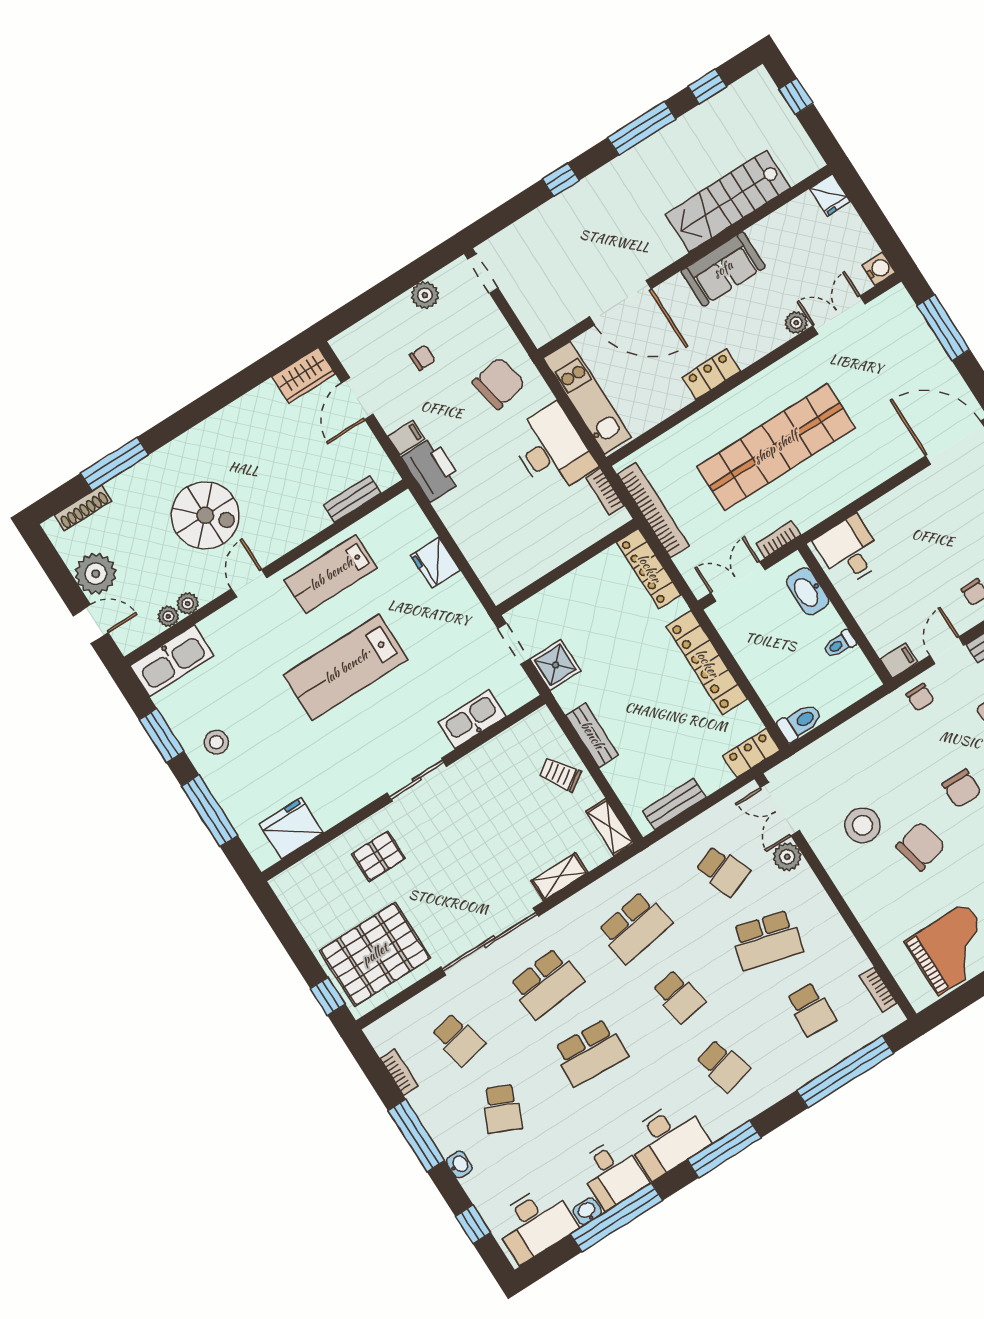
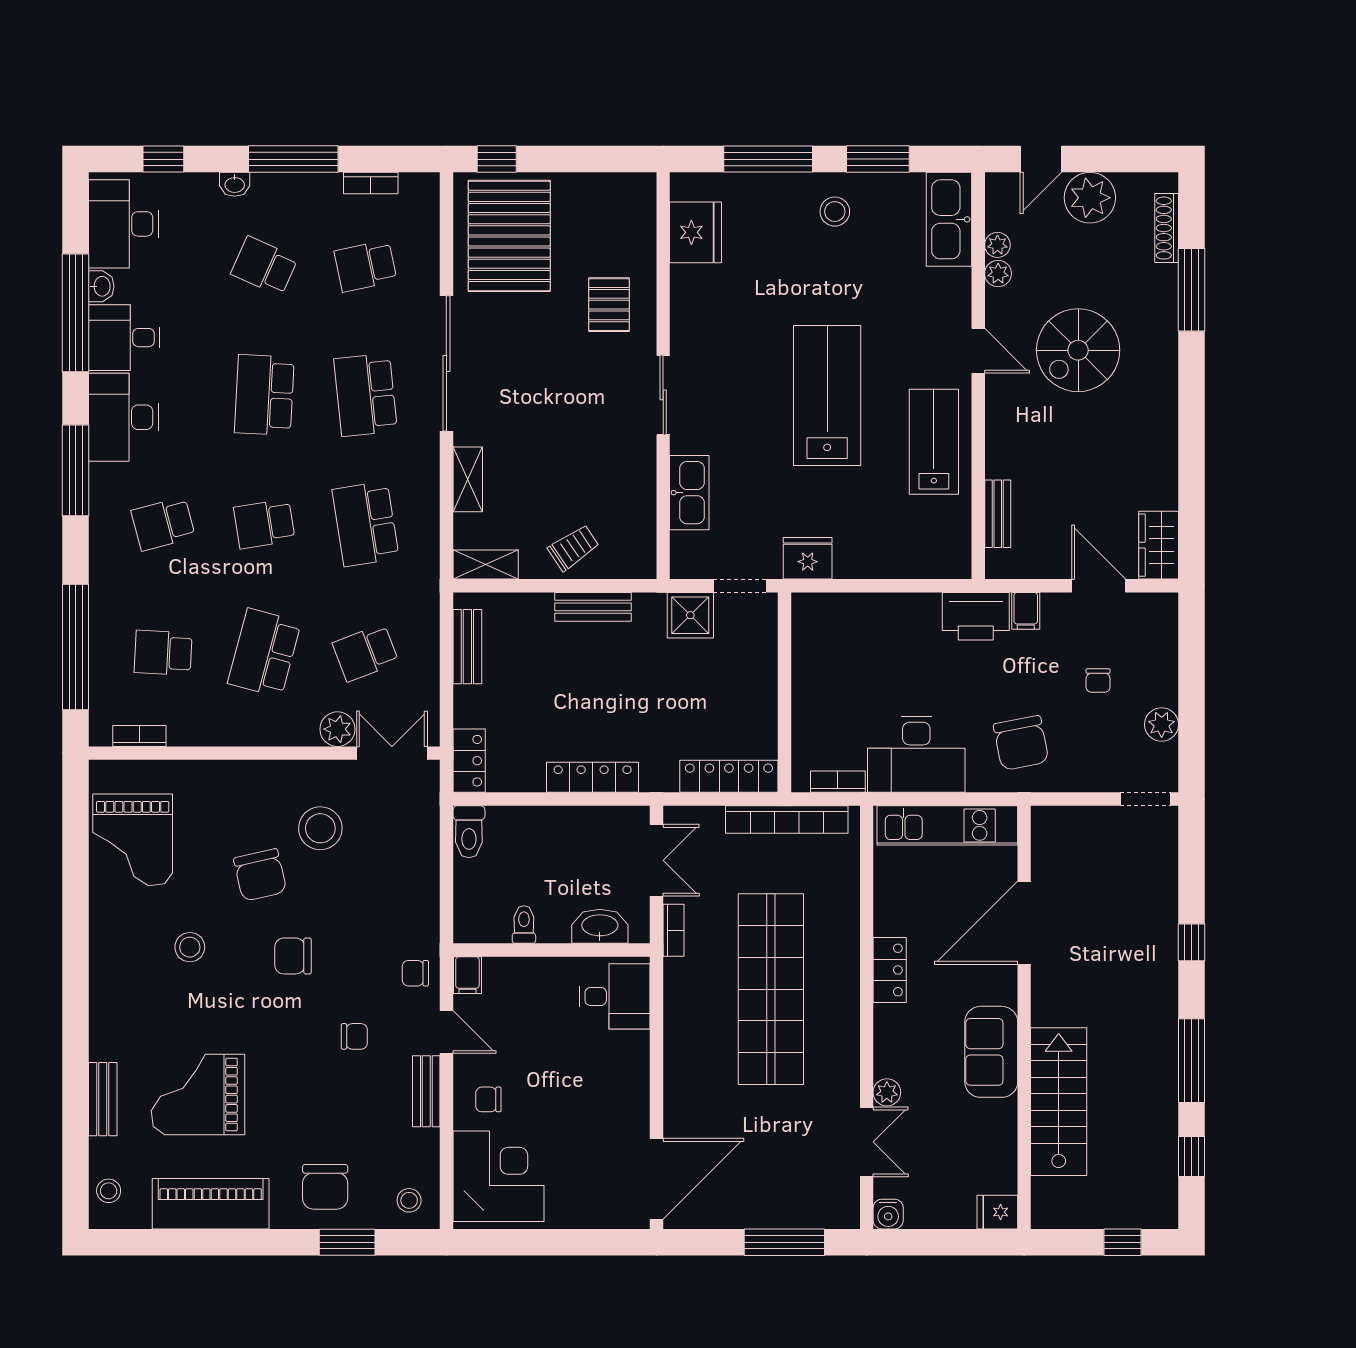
fridge: (435, 563) -> (808, 558), moved
locker: (707, 663) -> (593, 777), width x0.71, depth x0.83

